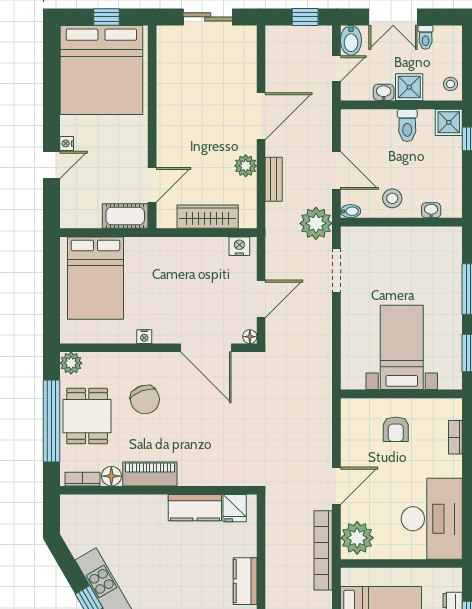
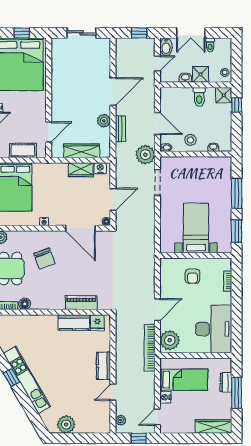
cot: (125, 216) -> (23, 150), moved
wardrobe: (207, 249) -> (81, 170), added
piano: (150, 474) -> (81, 303), moved

